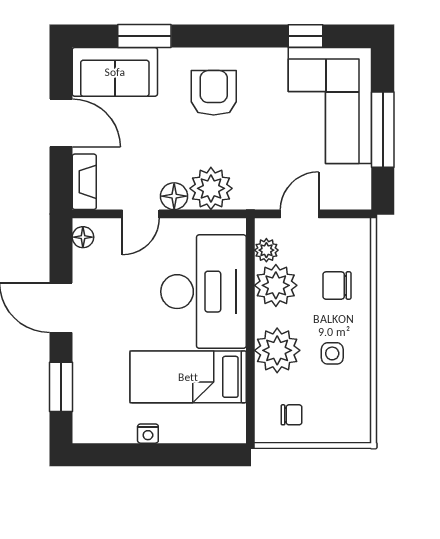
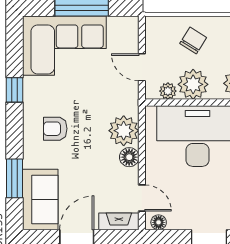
window: (305, 36) -> (15, 90), moved
armchair: (214, 93) -> (55, 129), width x0.72, depth x0.72
door: (141, 214) -> (142, 198), moved
chair: (337, 286) -> (193, 41), turned -148

